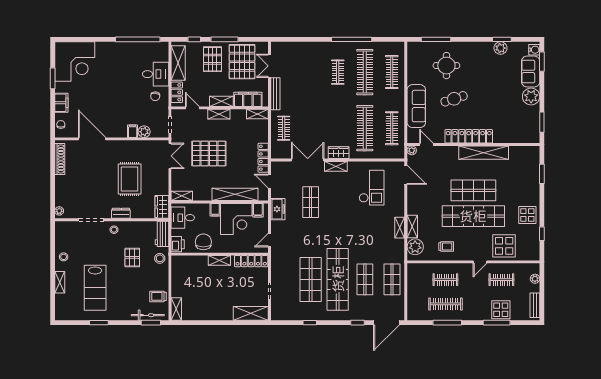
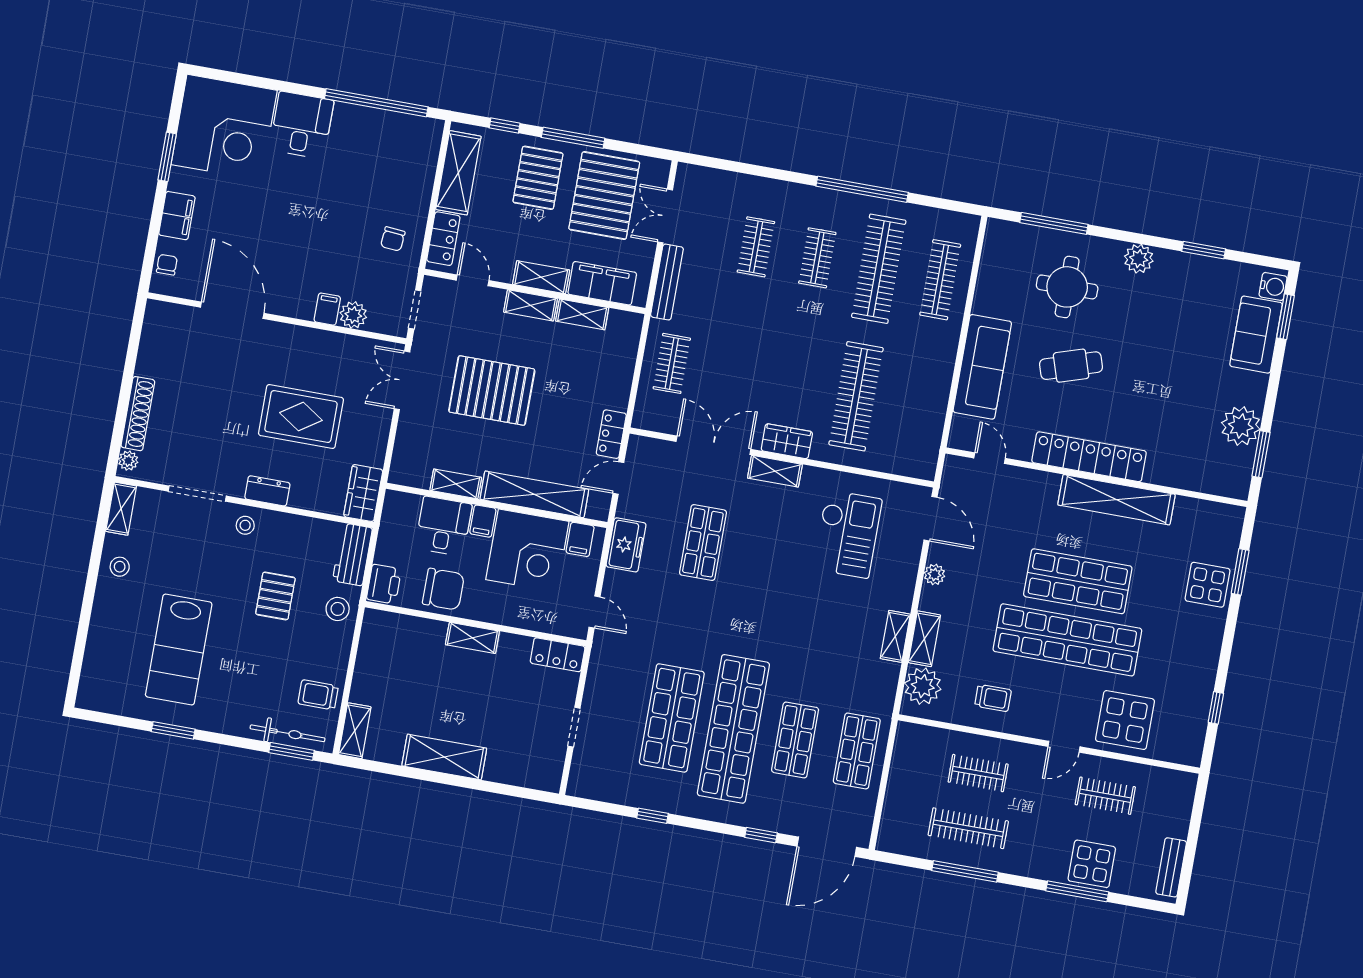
plant: (500, 48) -> (1139, 259), moved
desk: (156, 74) -> (302, 125), moved, turned -90
plant: (531, 96) -> (1241, 426), moved
shelving: (257, 114) -> (582, 314), moved
clothes rail: (392, 128) -> (756, 247), moved, width x0.73
plant: (412, 150) -> (934, 574), moved
double door: (170, 156) -> (402, 380), swing flipped
locker: (263, 158) -> (611, 434), width x0.66
shoe rack: (60, 159) -> (138, 414), moved
rug: (130, 179) -> (301, 417), turned 90
door: (270, 181) -> (618, 478), hinge flipped
shelving: (182, 196) -> (456, 484), moved
display table: (527, 215) -> (1208, 585), moved
desk: (183, 218) -> (443, 526), moved, turned 90
door: (270, 240) -> (595, 612), swing flipped
chair: (203, 242) -> (443, 589), turned 90
locker: (251, 261) -> (558, 655), width x0.66
plant: (535, 279) -> (1182, 807), removed
shelving: (60, 282) -> (121, 509), moved
shelving: (251, 313) -> (444, 757), moved

